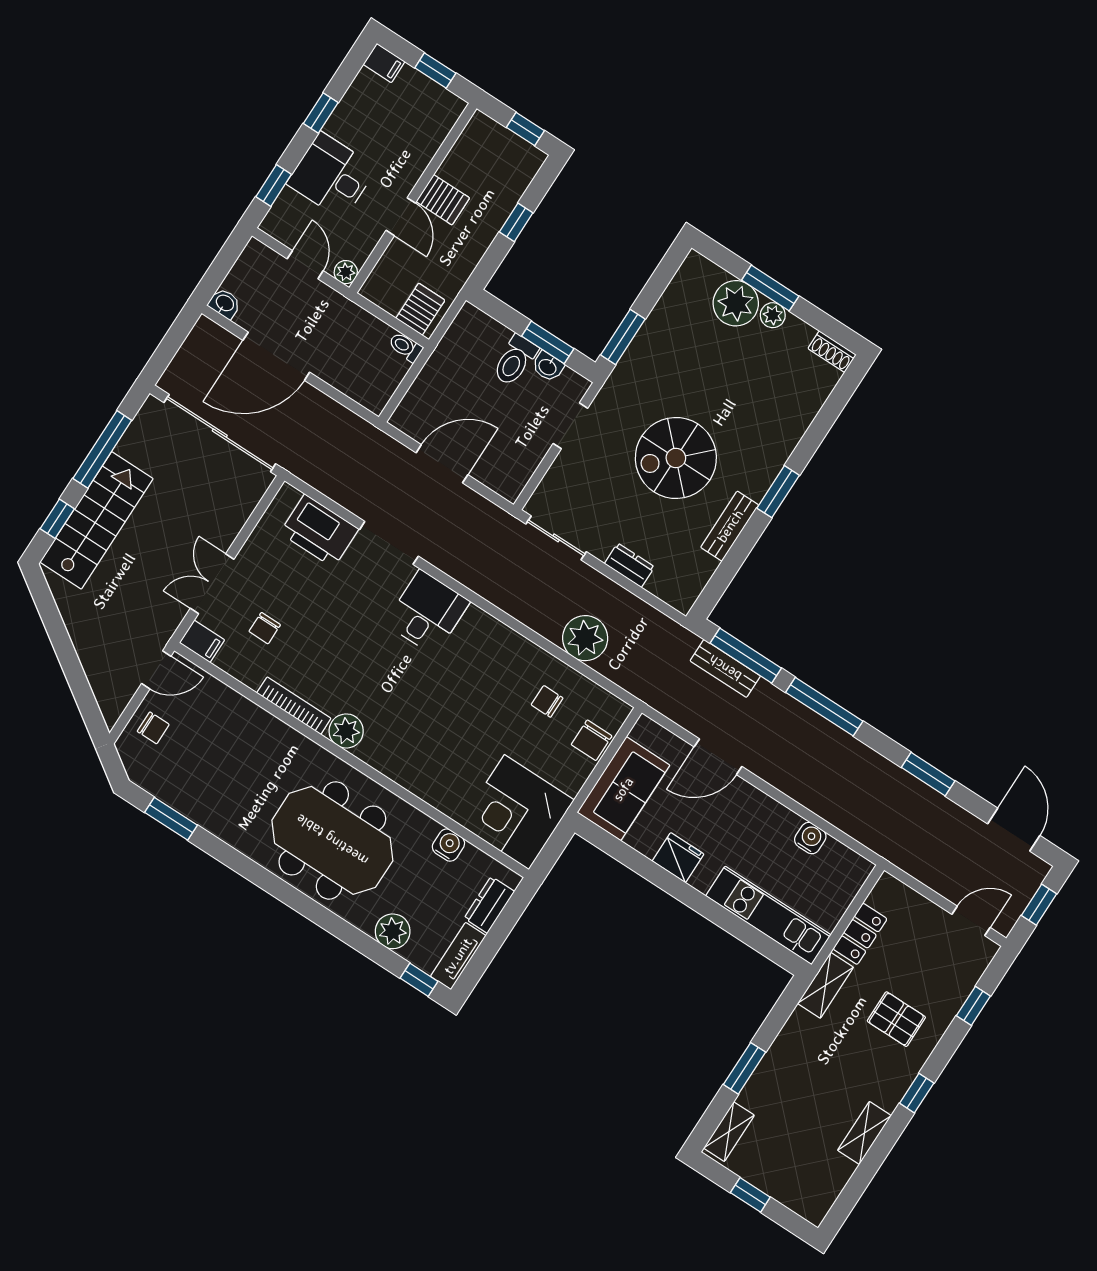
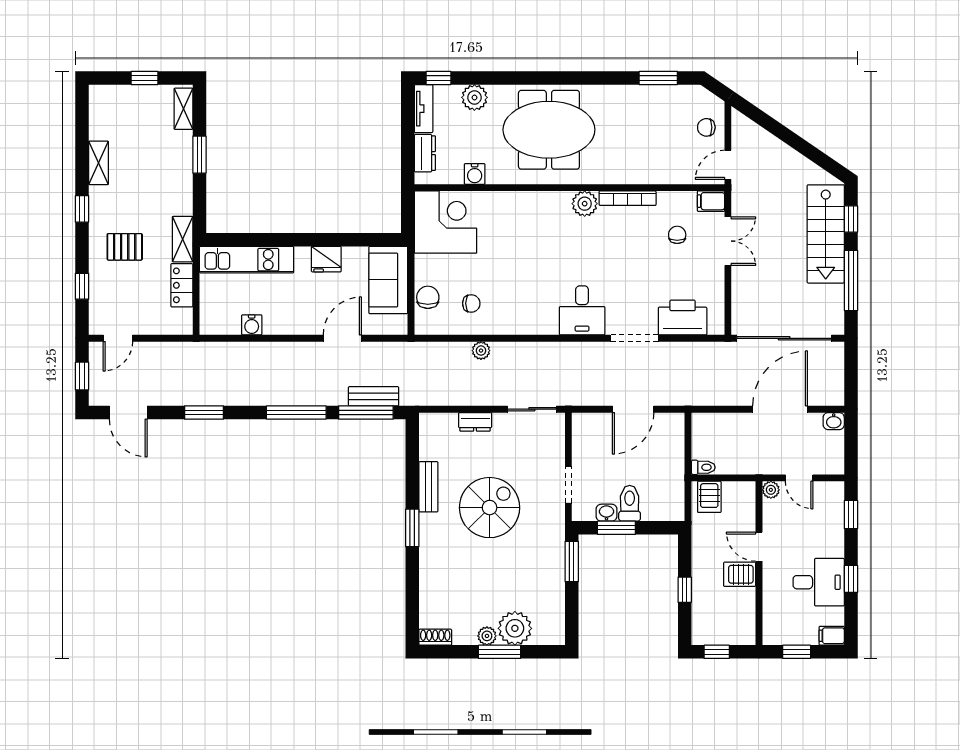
desk: (332, 176) -> (819, 582), moved
plant: (585, 638) -> (481, 351), width x0.53, depth x0.53

